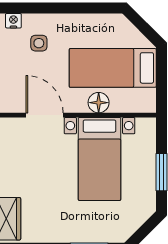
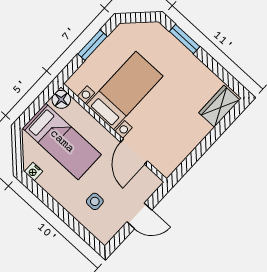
nightstand: (13, 21) -> (33, 172), moved
floor lamp: (99, 103) -> (61, 99), moved

